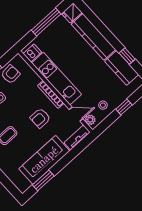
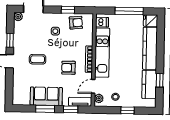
door: (76, 114) -> (93, 86), swing flipped
window: (75, 151) -> (71, 109), added
sofa: (44, 160) -> (46, 96), width x0.73
window: (43, 180) -> (45, 109), moved

